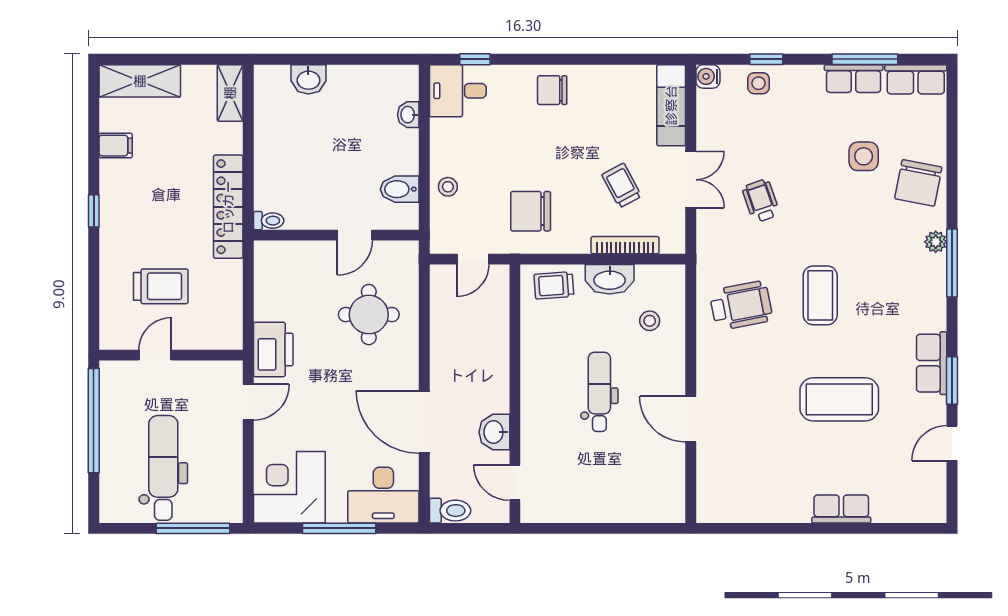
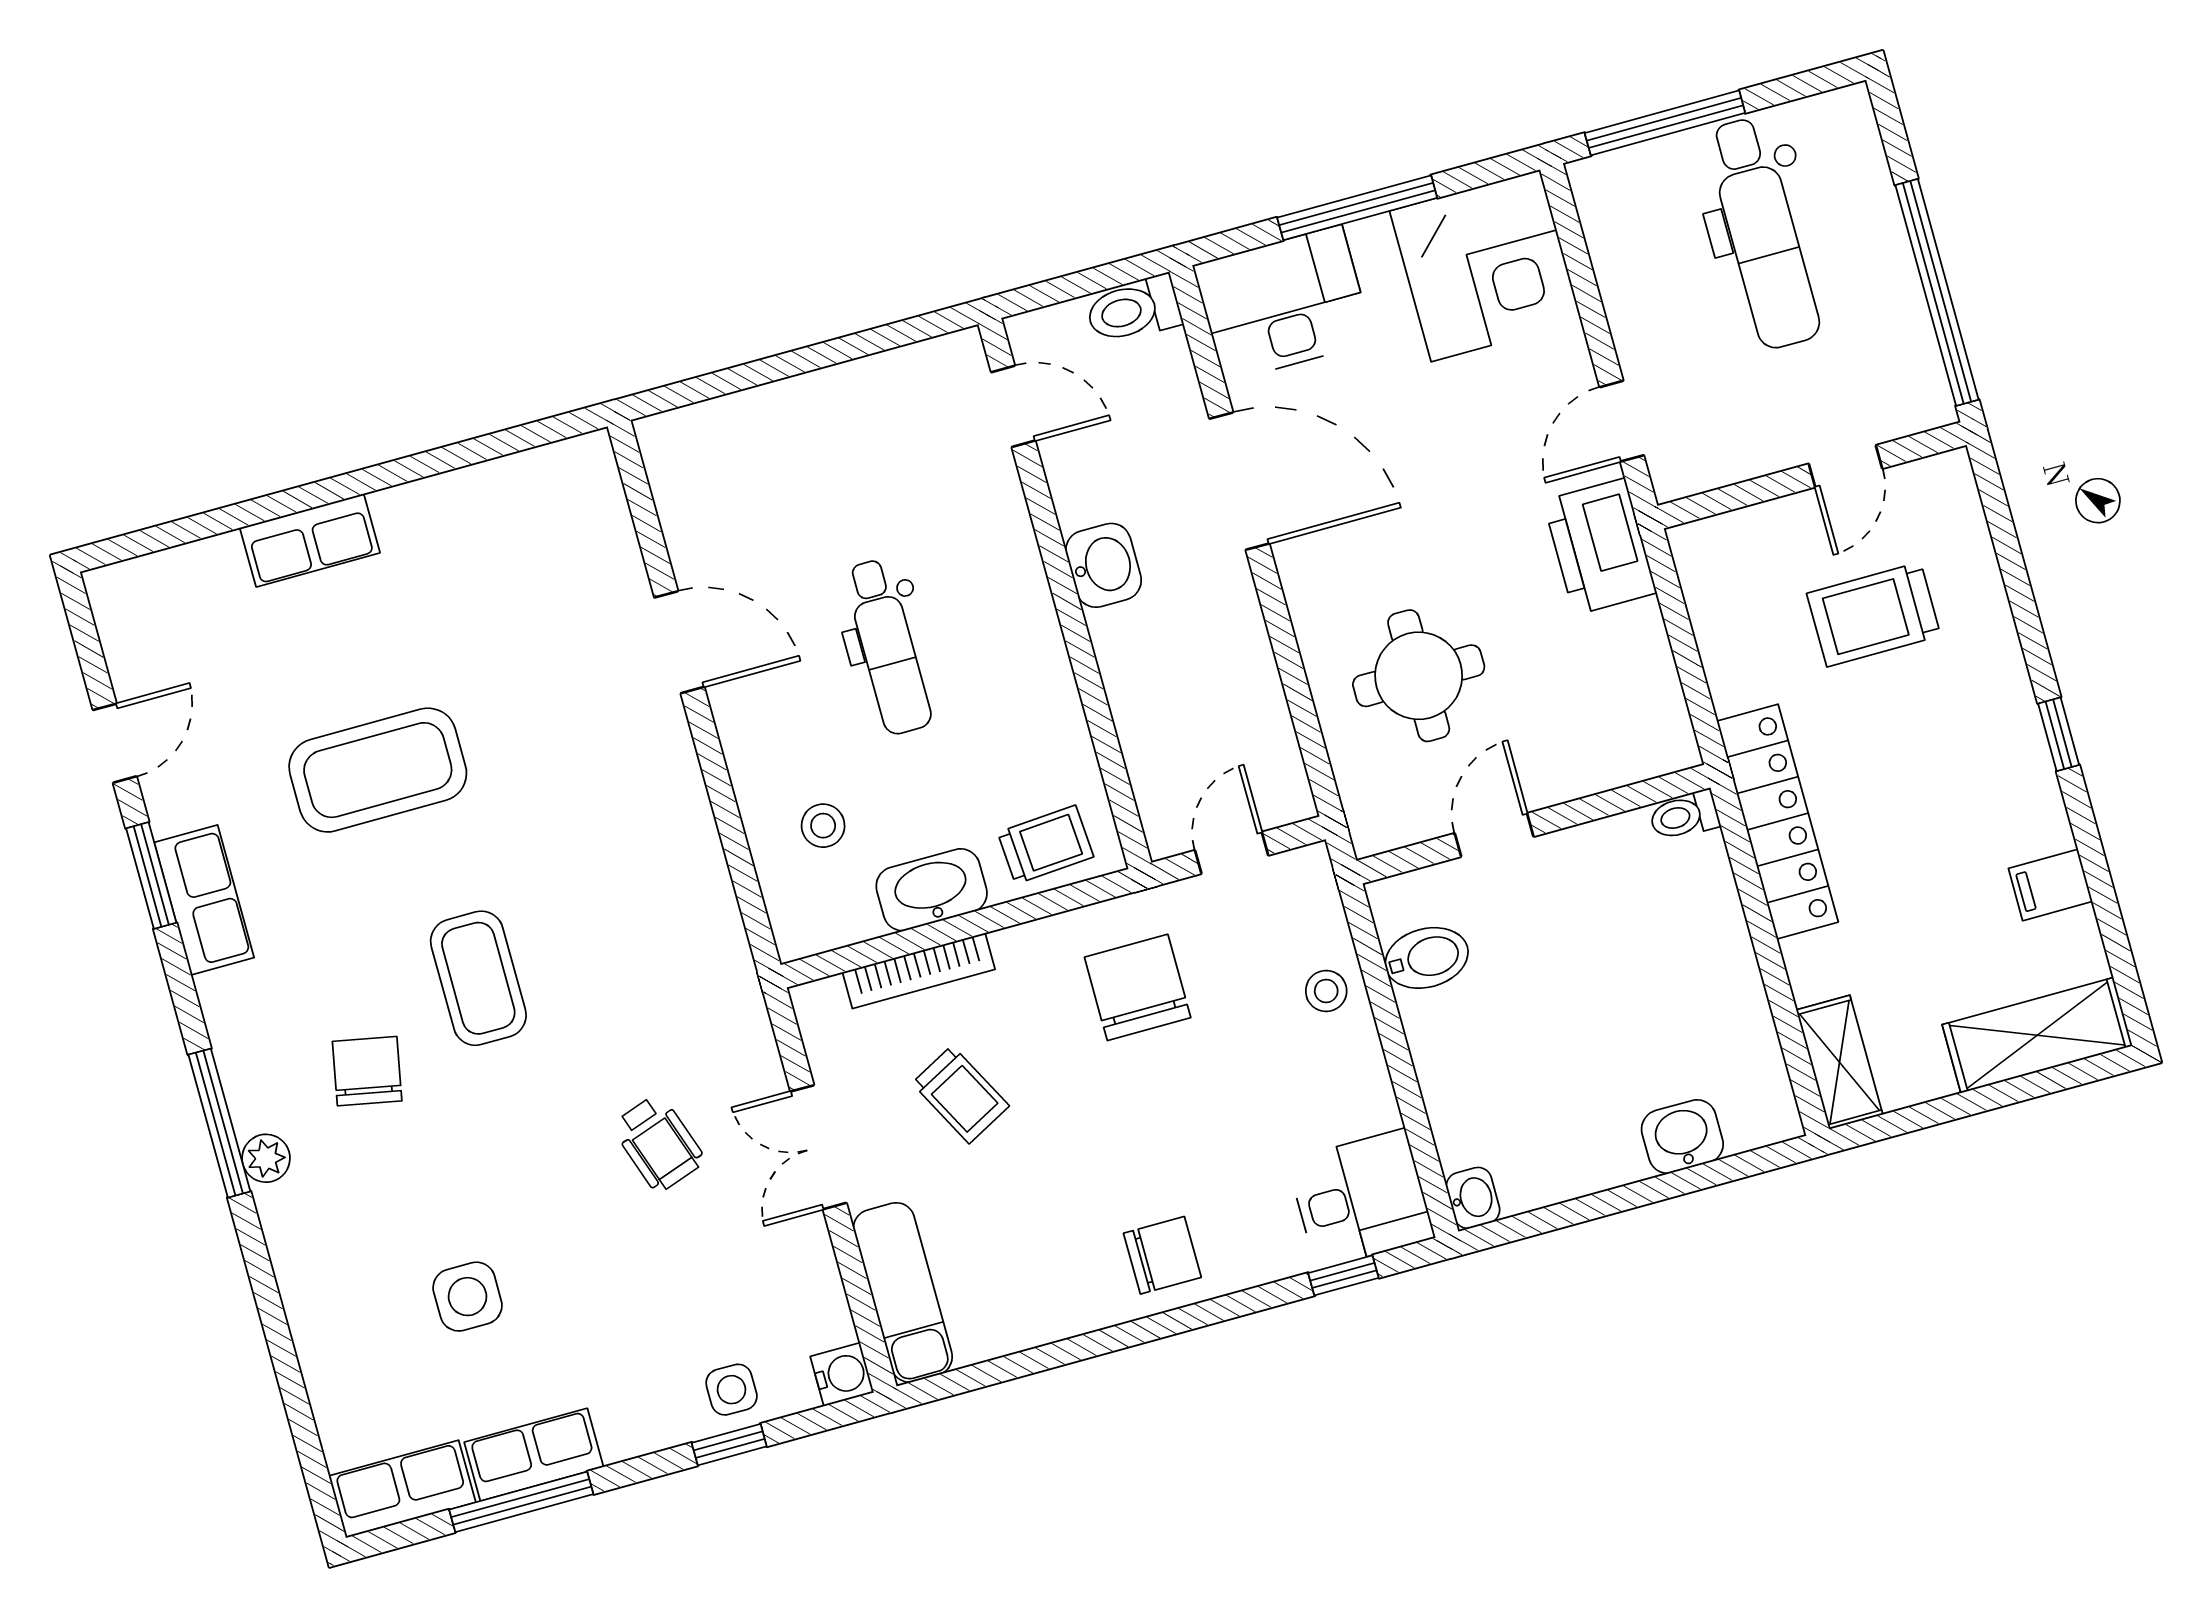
washbasin: (408, 115) -> (1473, 1198), moved
chair: (918, 183) -> (367, 1071), moved, width x0.73, depth x0.73
chair: (531, 211) -> (1138, 987), turned -90
wheelchair: (741, 306) -> (639, 911), removed
washbasin: (494, 432) -> (1103, 565), moved

